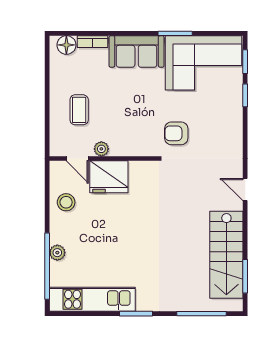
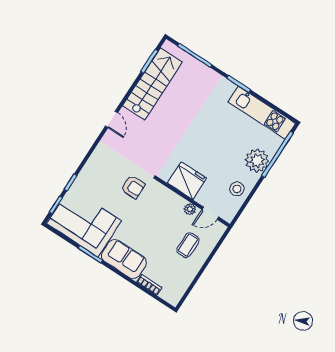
floor lamp: (66, 45) -> (168, 294), removed
door: (77, 159) -> (210, 213), swing flipped
fridge: (109, 177) -> (187, 181), moved
plant: (57, 253) -> (257, 161), width x1.88, depth x1.88

